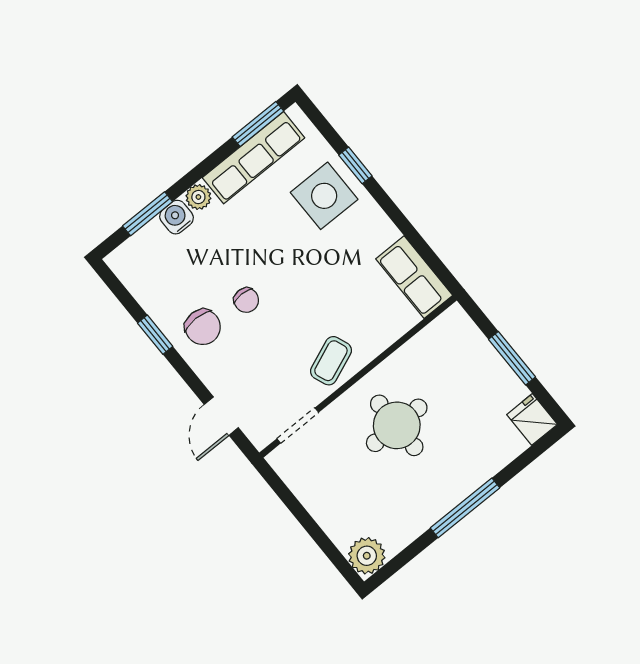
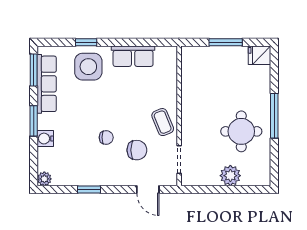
plant: (198, 197) -> (44, 179), moved
window: (148, 214) -> (34, 121), moved
row of seats: (414, 277) -> (133, 56), moved
chair: (203, 327) -> (137, 150), moved
round table: (397, 425) -> (241, 131), moved
plant: (367, 556) -> (230, 176), moved

